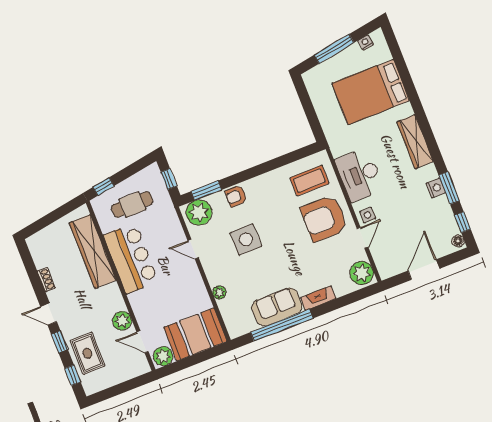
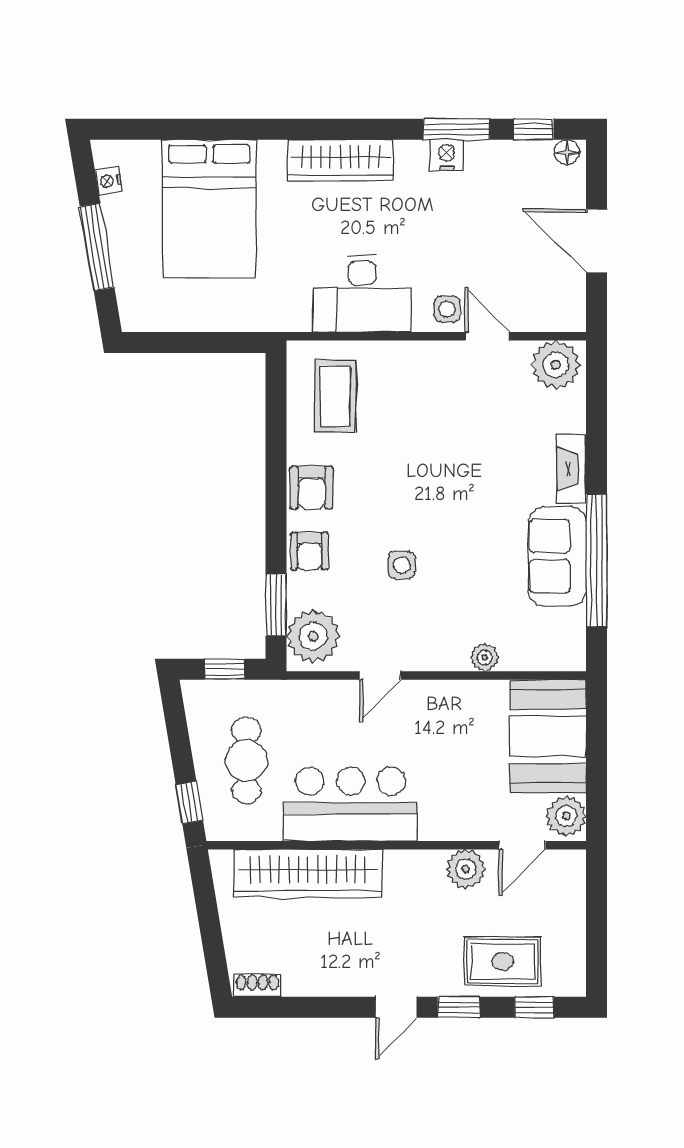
armchair: (324, 218) -> (312, 488), moved, width x0.53, depth x0.53
side table: (246, 239) -> (402, 565), width x0.54, depth x0.54
shoe rack: (46, 280) -> (257, 985), moved

